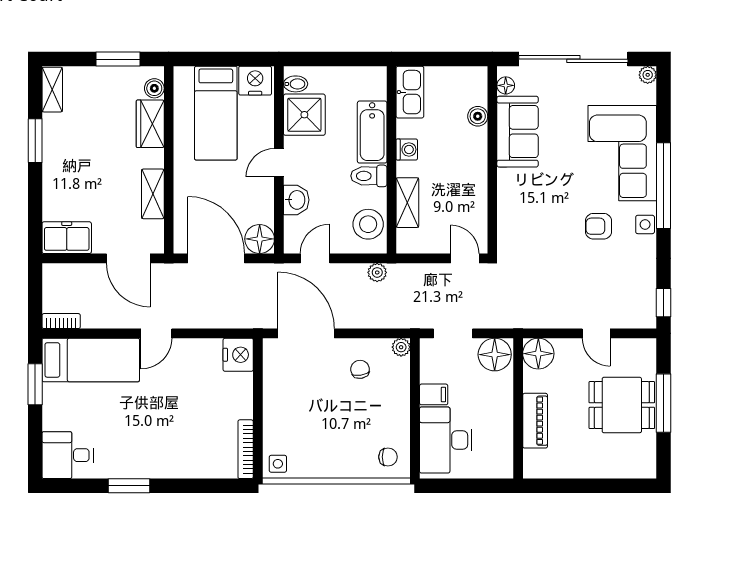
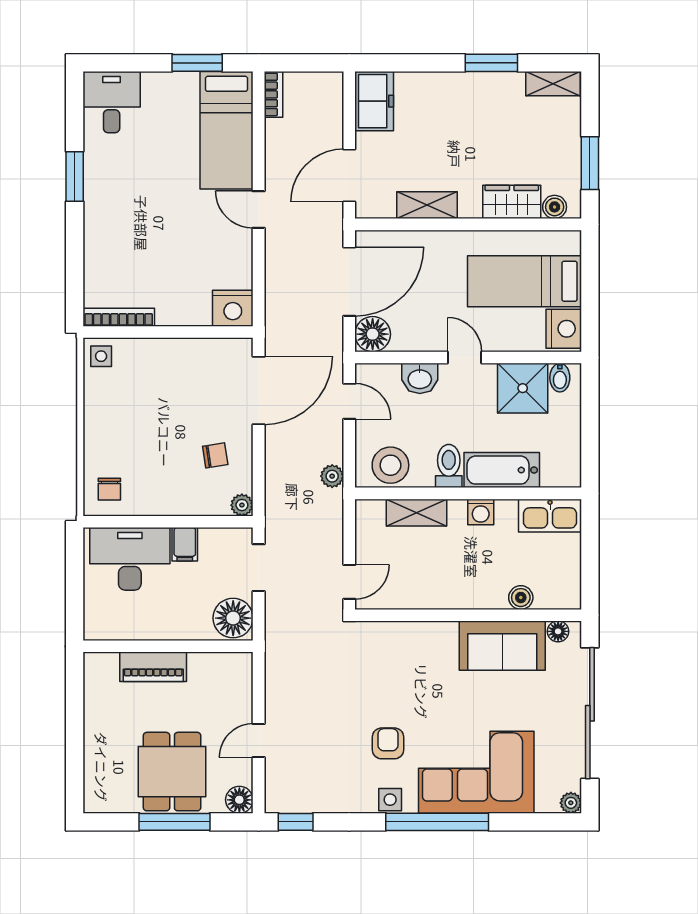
floor lamp: (538, 354) -> (239, 800), moved, width x0.73, depth x0.73

